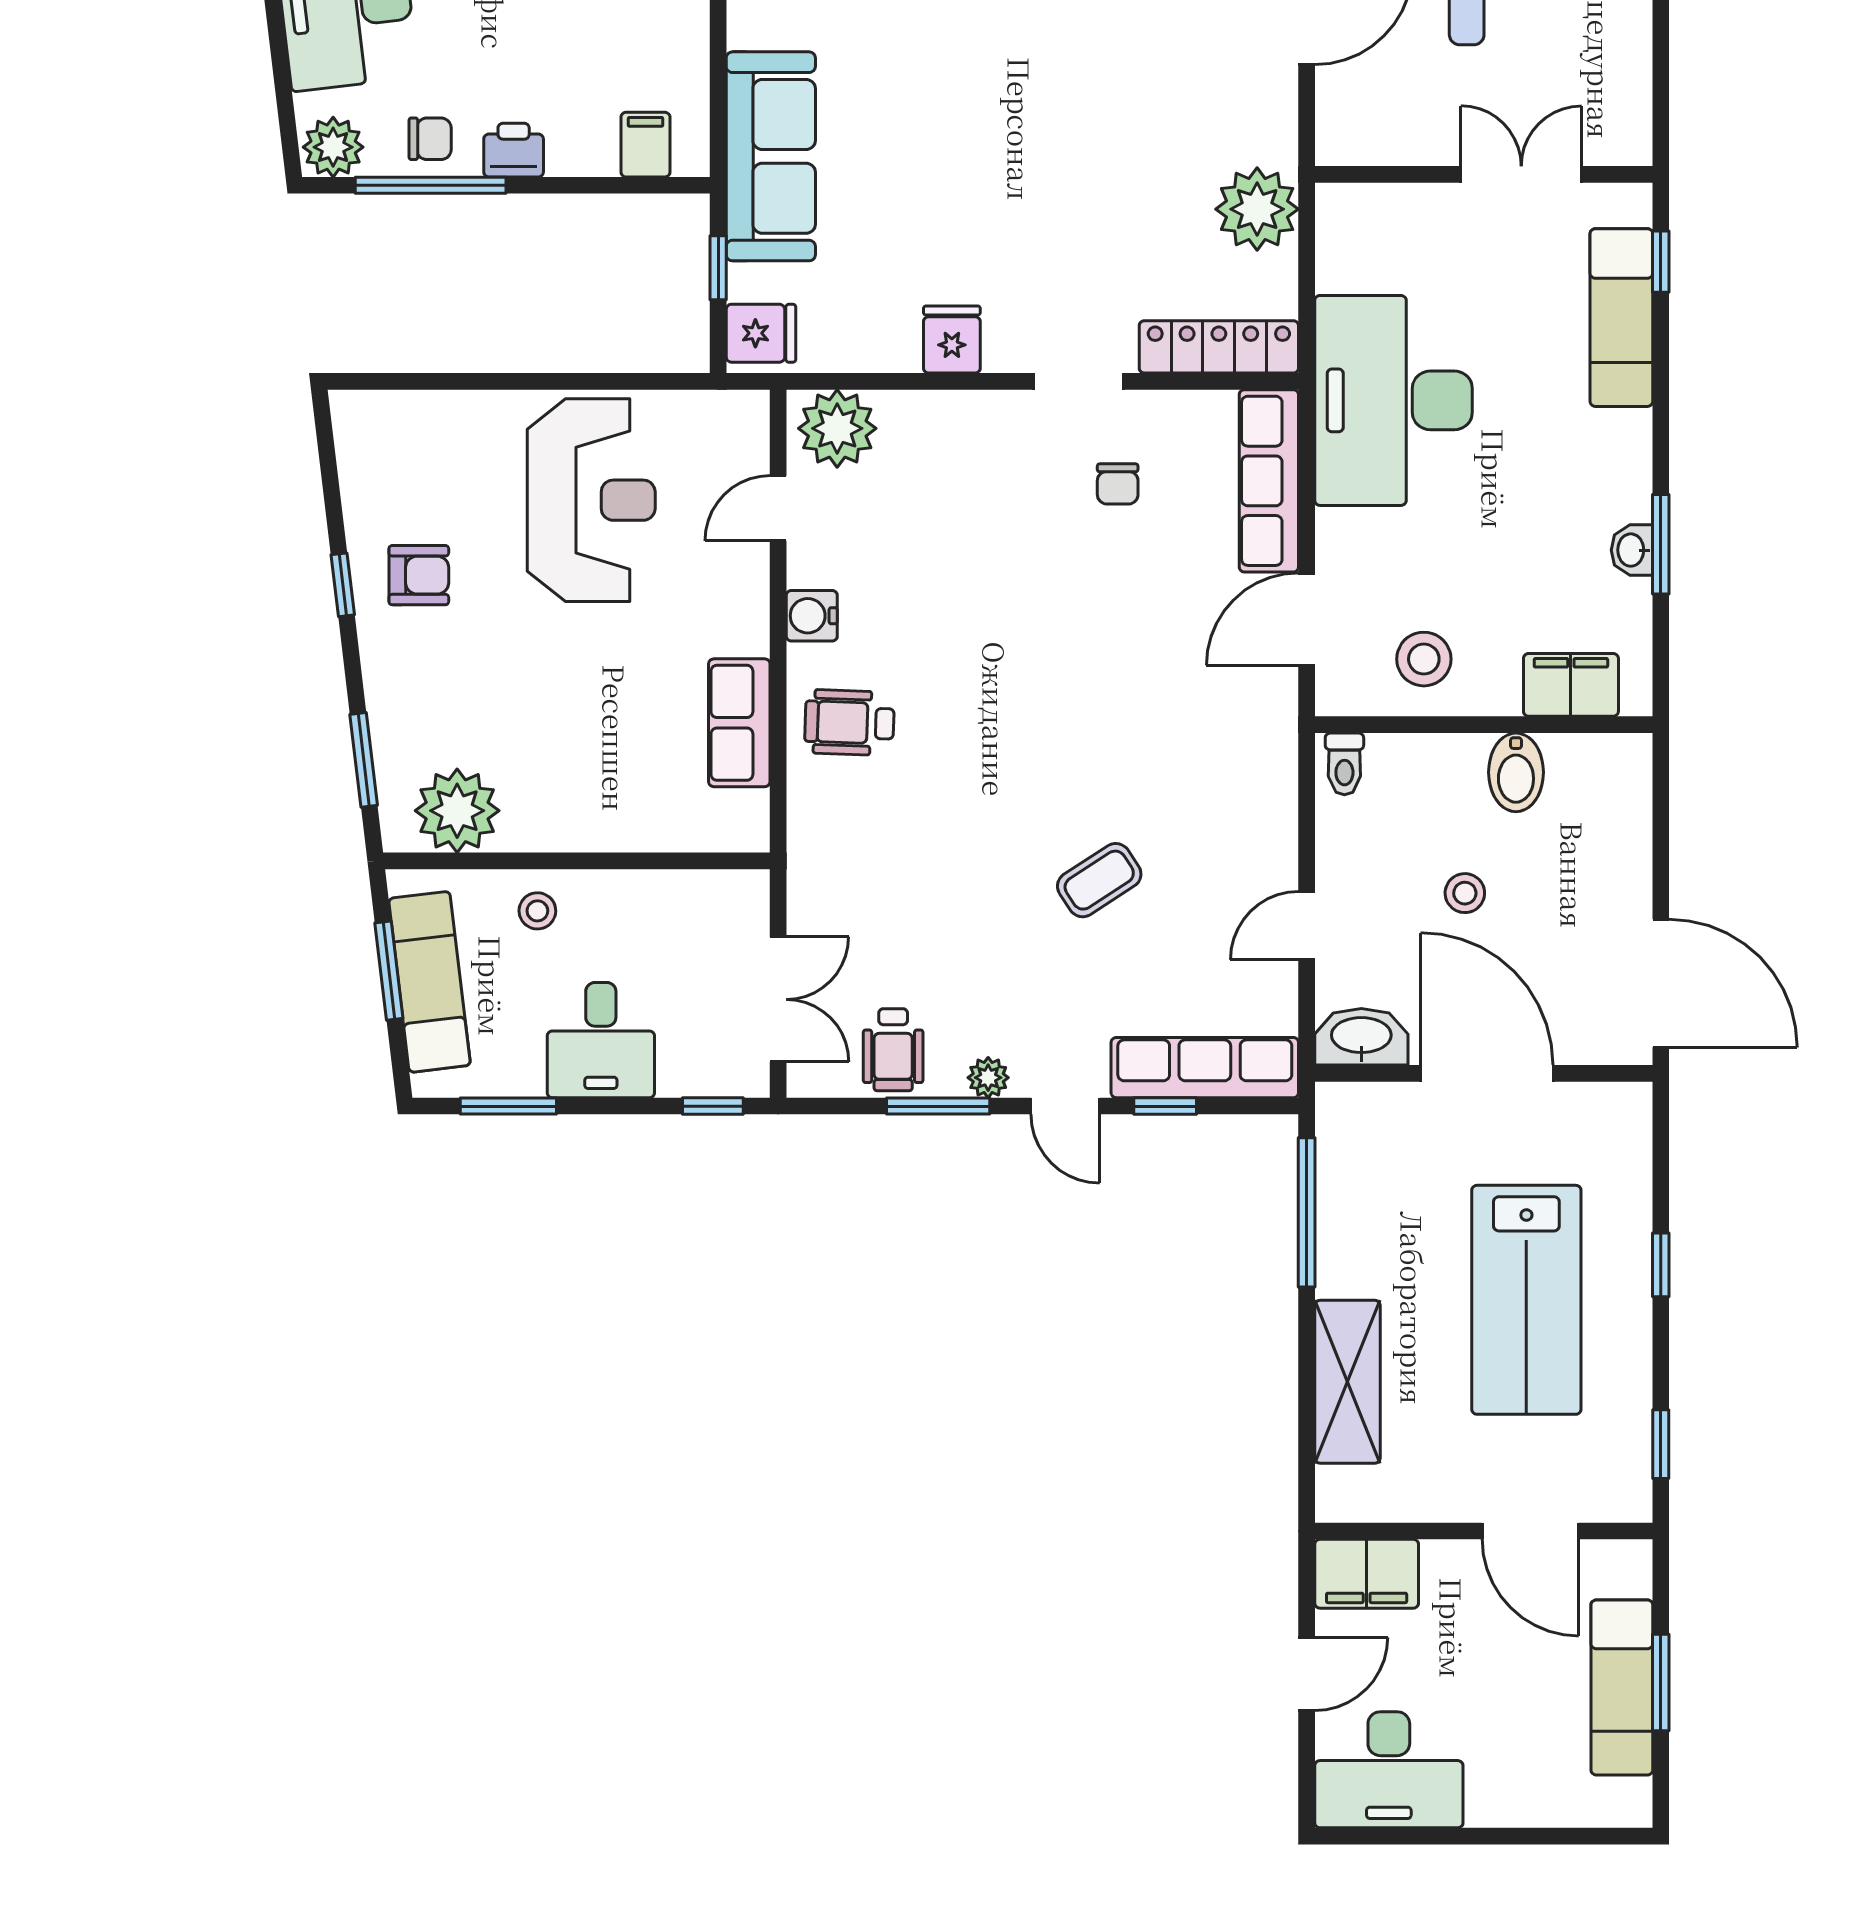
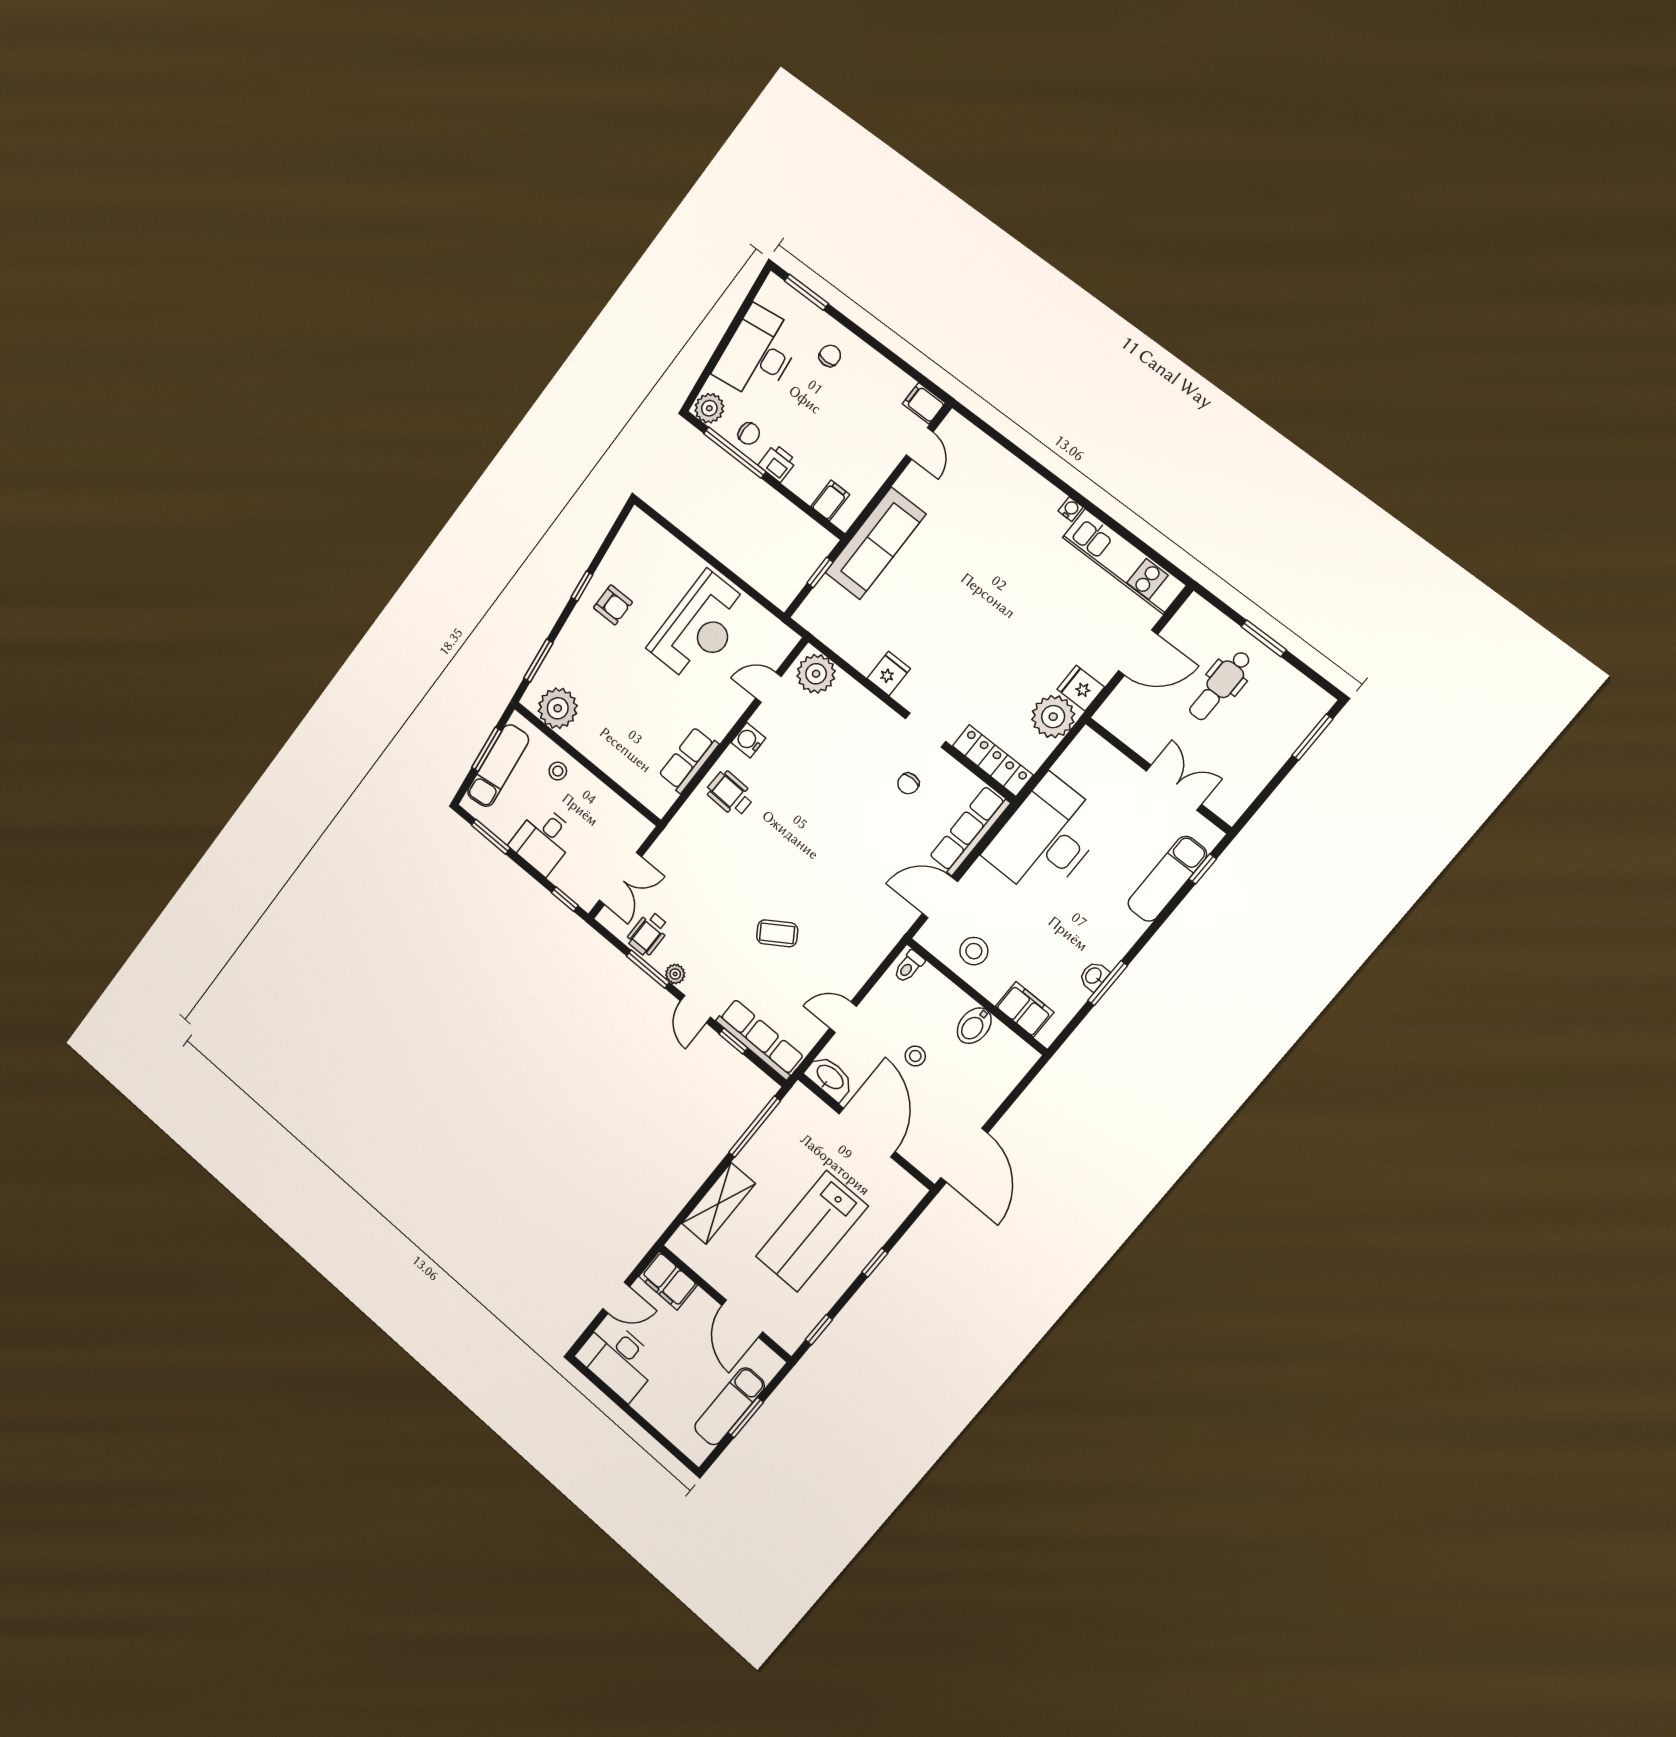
fridge: (761, 333) -> (1081, 688), moved, turned 180

